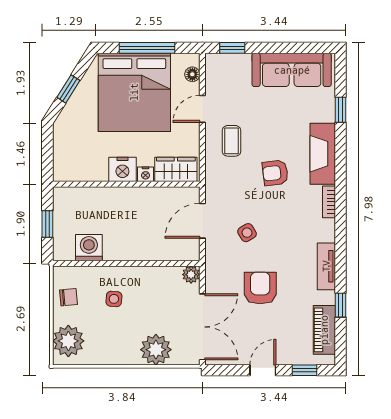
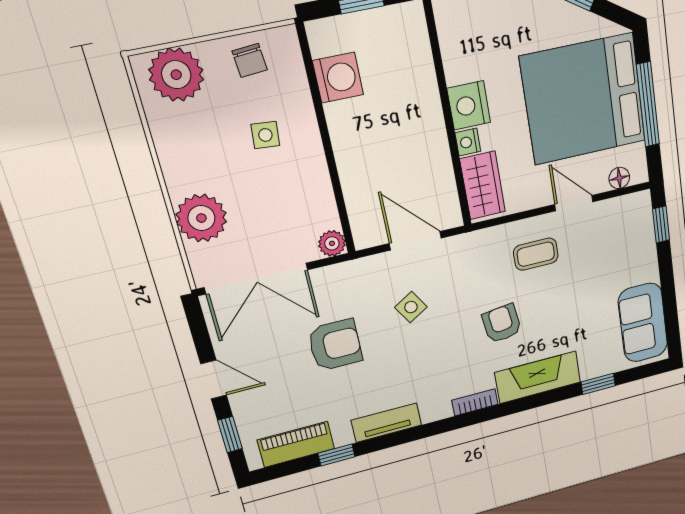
sofa: (292, 70) -> (643, 323), width x0.73

